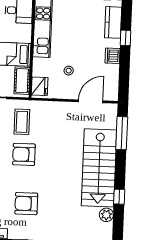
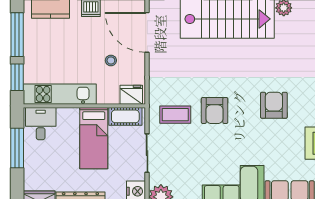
door: (91, 101) -> (147, 32), width x1.36
armchair: (26, 204) -> (274, 105), turned 180

